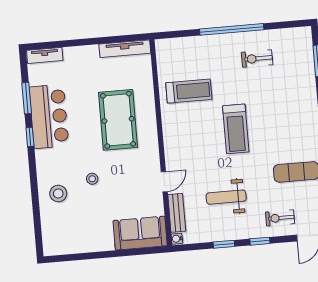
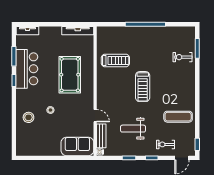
exercise bike: (257, 59) -> (182, 57), moved
door: (164, 182) -> (95, 116), hinge flipped

